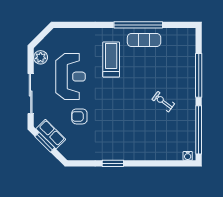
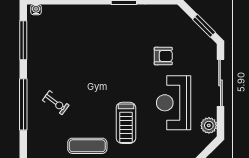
exercise bike: (163, 102) -> (56, 103), moved
window: (199, 130) -> (23, 40), width x0.68
row of seats: (51, 134) -> (197, 35), removed

